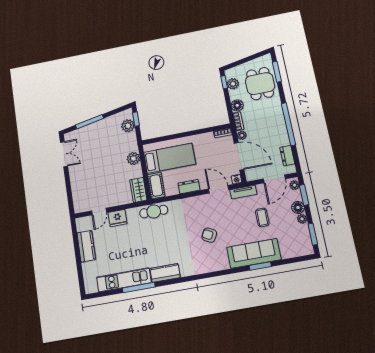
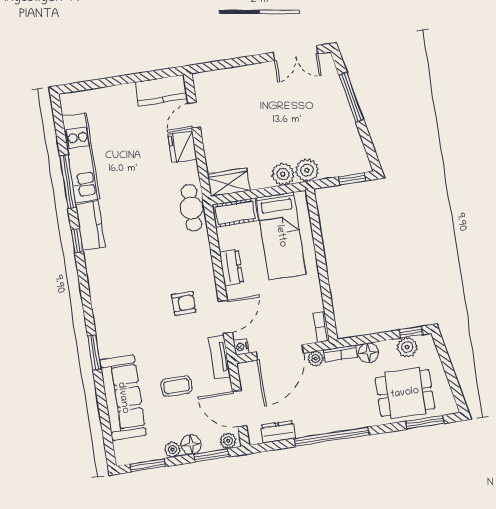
plant: (128, 126) -> (307, 170), moved
door: (99, 212) -> (194, 115), hinge flipped
armchair: (209, 235) -> (184, 303), moved, turned 62
kitchen counter: (86, 246) -> (161, 90), moved
sofa: (254, 253) -> (123, 398), moved
window: (260, 266) -> (94, 353), moved
window: (175, 281) -> (77, 241), added

